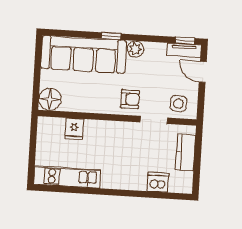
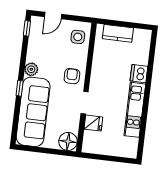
tv unit: (184, 50) -> (35, 30), removed
doorway: (154, 120) -> (85, 103), moved
kitchen unit: (67, 177) -> (135, 110), moved
dishwasher: (158, 182) -> (139, 74), moved

